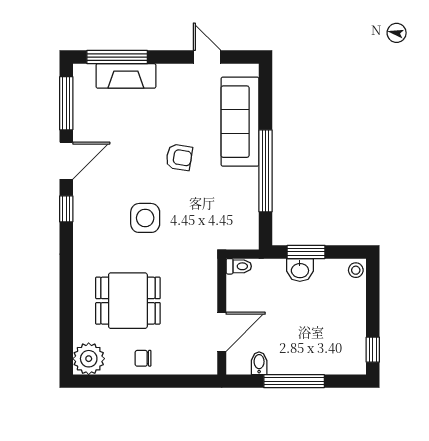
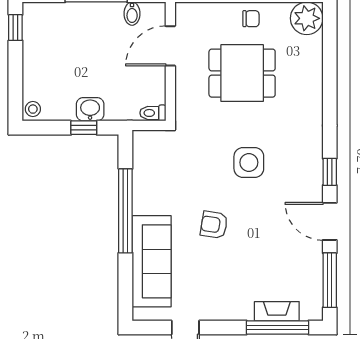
fireplace: (126, 76) -> (277, 311), width x0.73, depth x0.76
door: (66, 161) -> (330, 221), hinge flipped
window: (306, 252) -> (84, 128), width x0.67
dining table: (128, 301) -> (242, 73), moved

